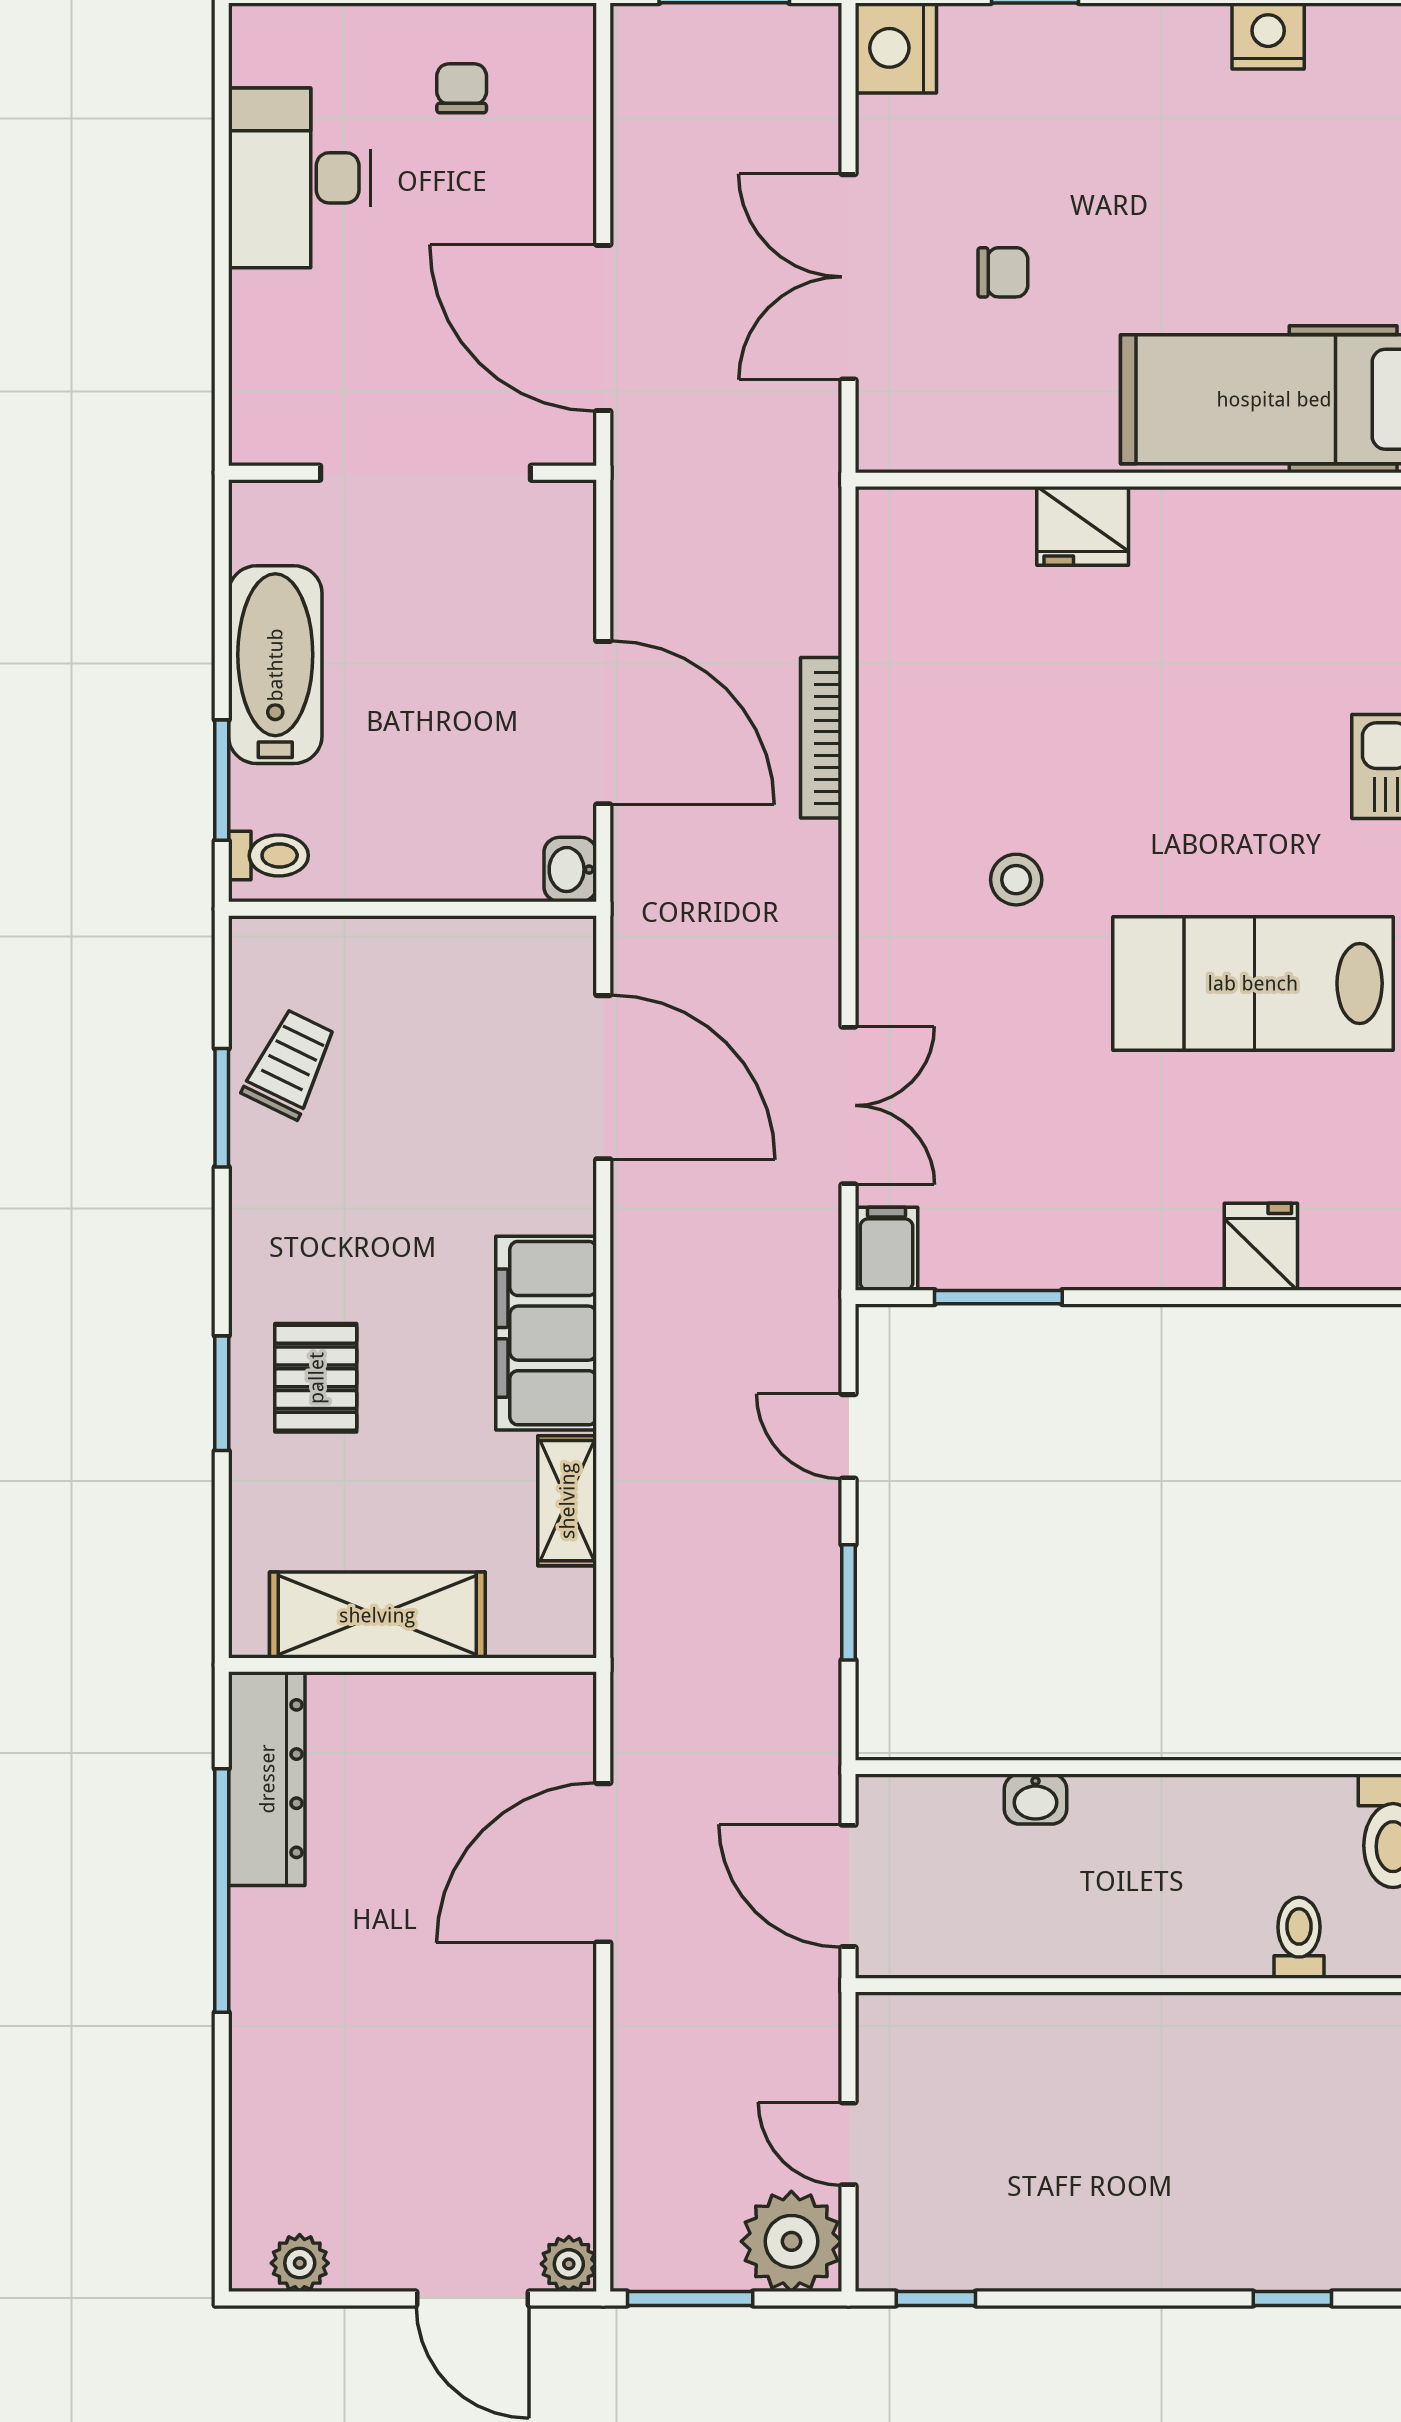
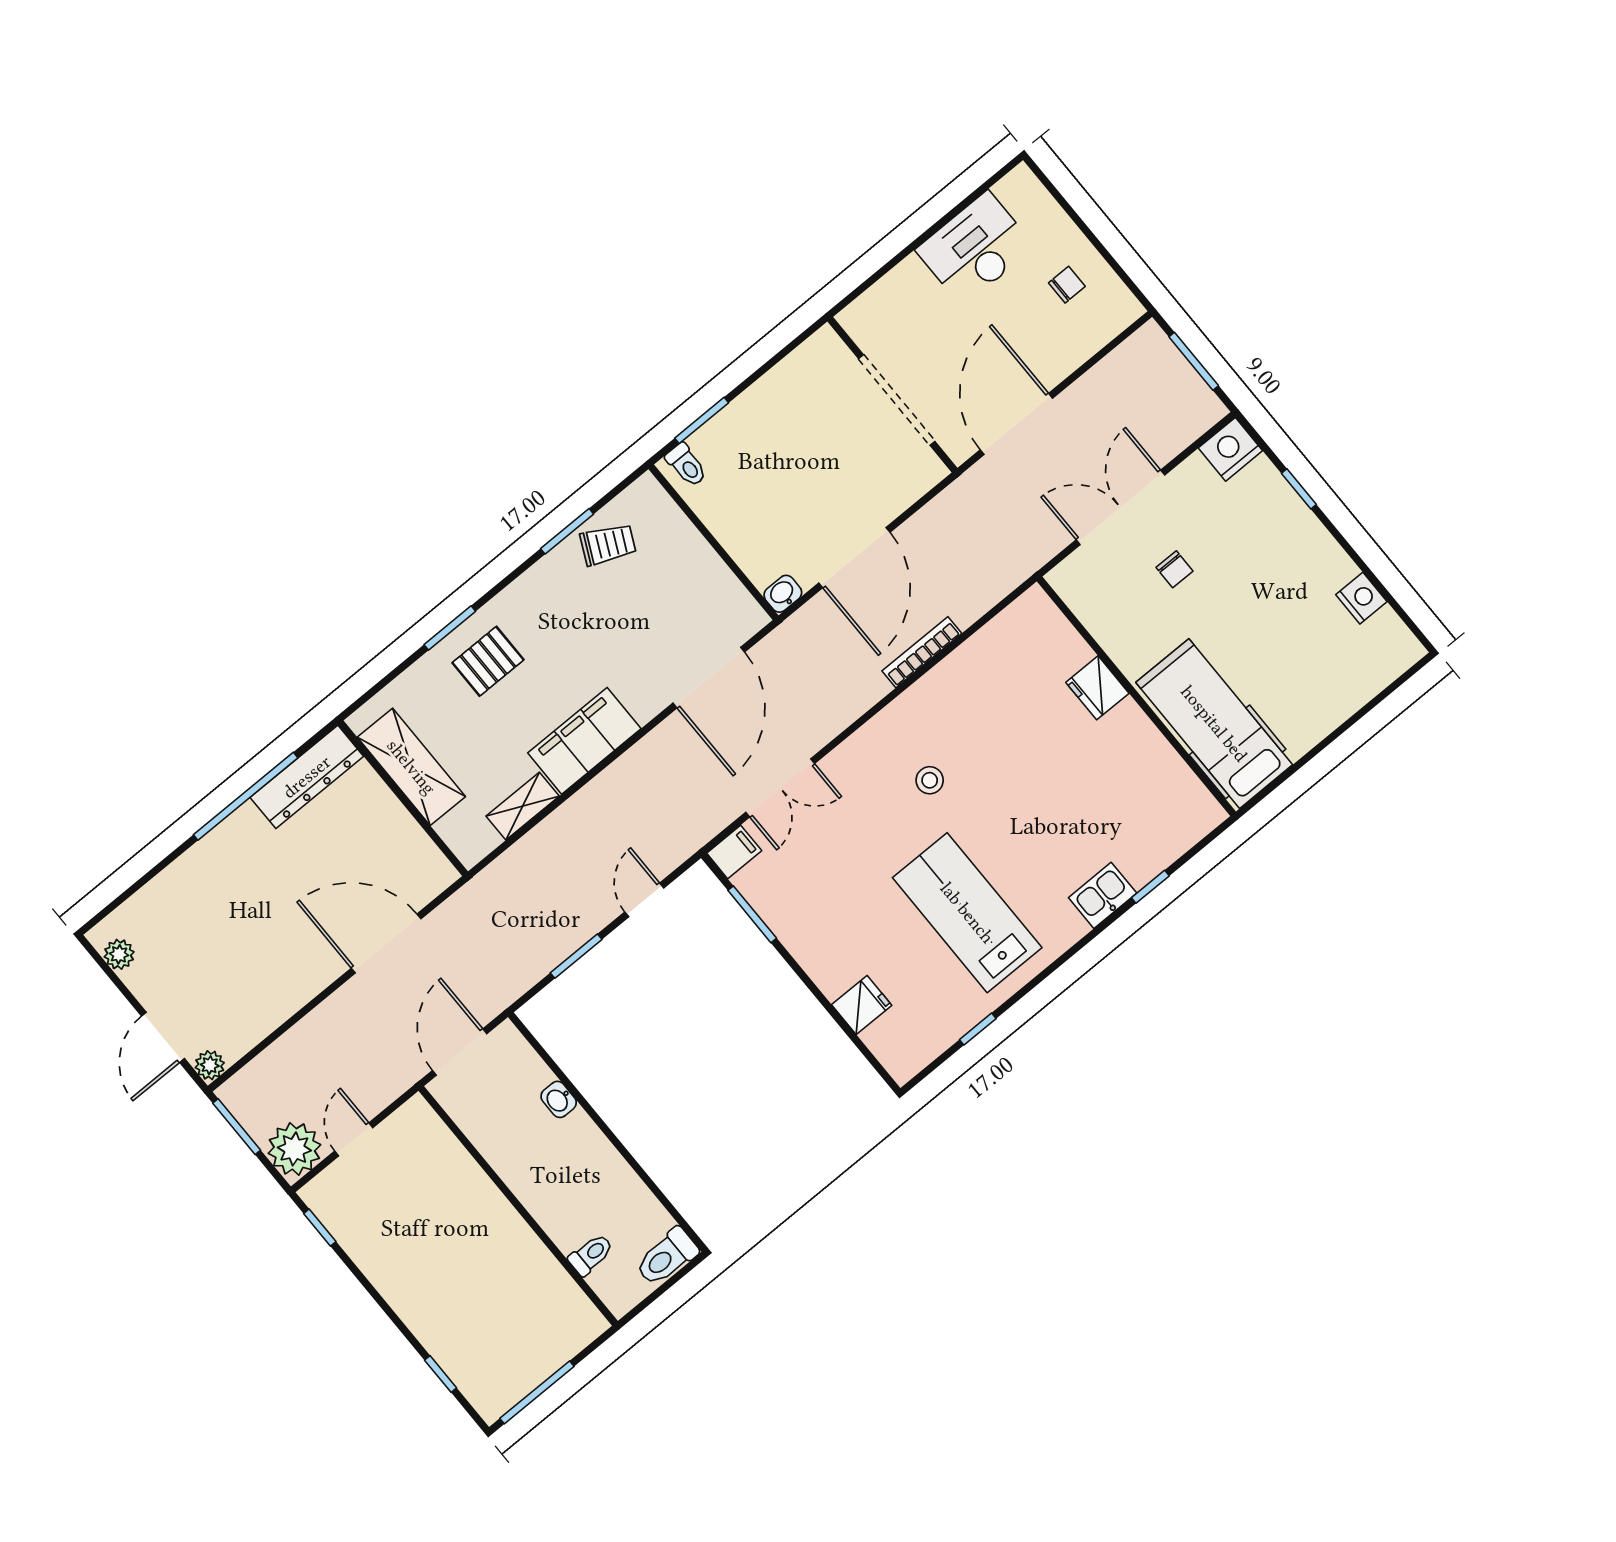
bathtub: (275, 665) -> (767, 403), removed

